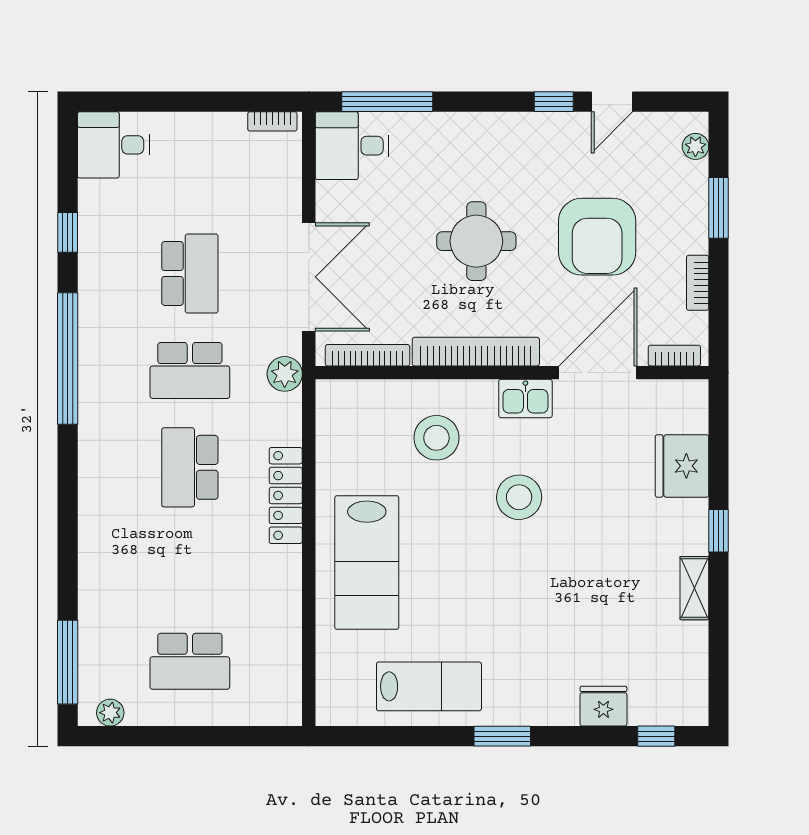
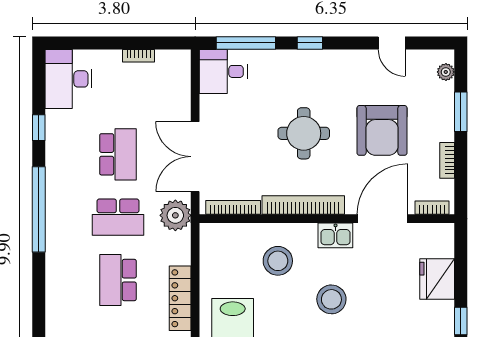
window: (554, 102) -> (310, 43), moved
door: (612, 102) -> (392, 43), hinge flipped
bookcase: (272, 121) -> (139, 56), moved
desk: (113, 145) -> (68, 79), width x1.37
double door: (309, 277) -> (195, 157), swing flipped
plant: (285, 374) -> (175, 215), width x1.36, depth x1.36

